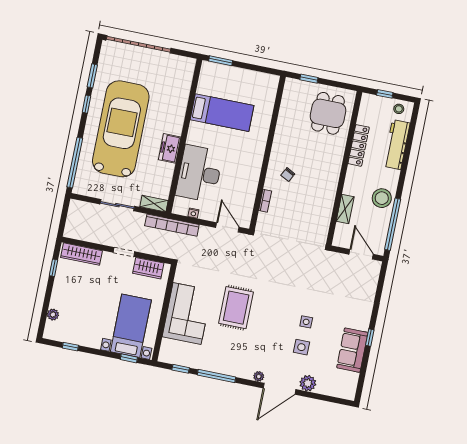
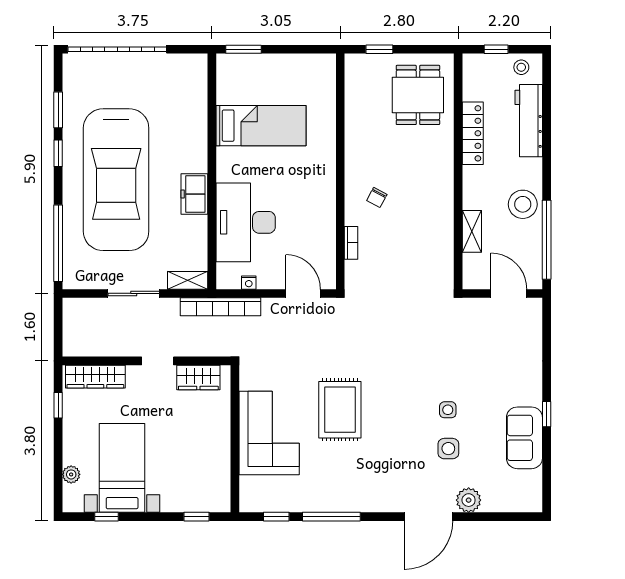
car: (121, 129) -> (116, 180), turned 180
bed with nightstands: (131, 326) -> (122, 468), moved
plant: (259, 376) -> (394, 505), removed

